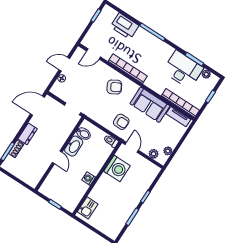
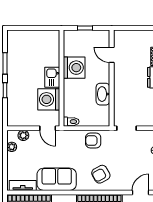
armchair: (121, 122) -> (93, 141), moved
bidet: (83, 134) -> (101, 112), removed
door: (57, 157) -> (112, 55), moved
washing machine: (89, 179) -> (74, 68), width x1.89, depth x1.89
kitchen sink: (88, 208) -> (52, 77), moved

